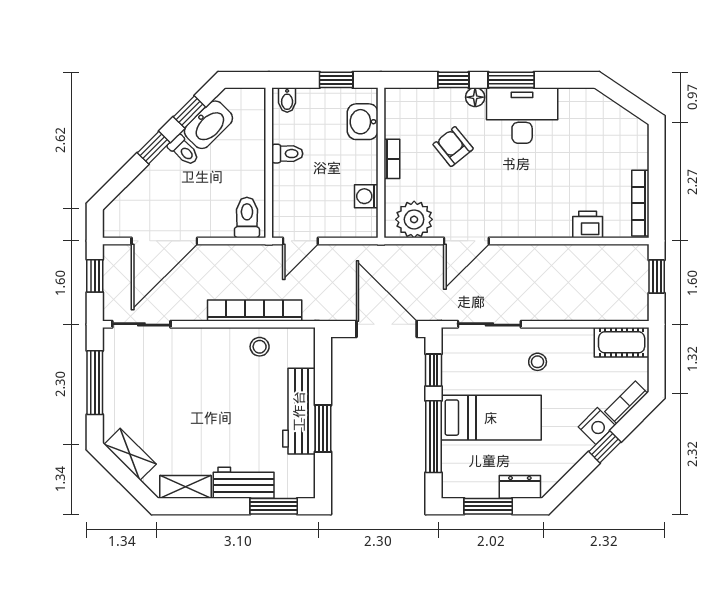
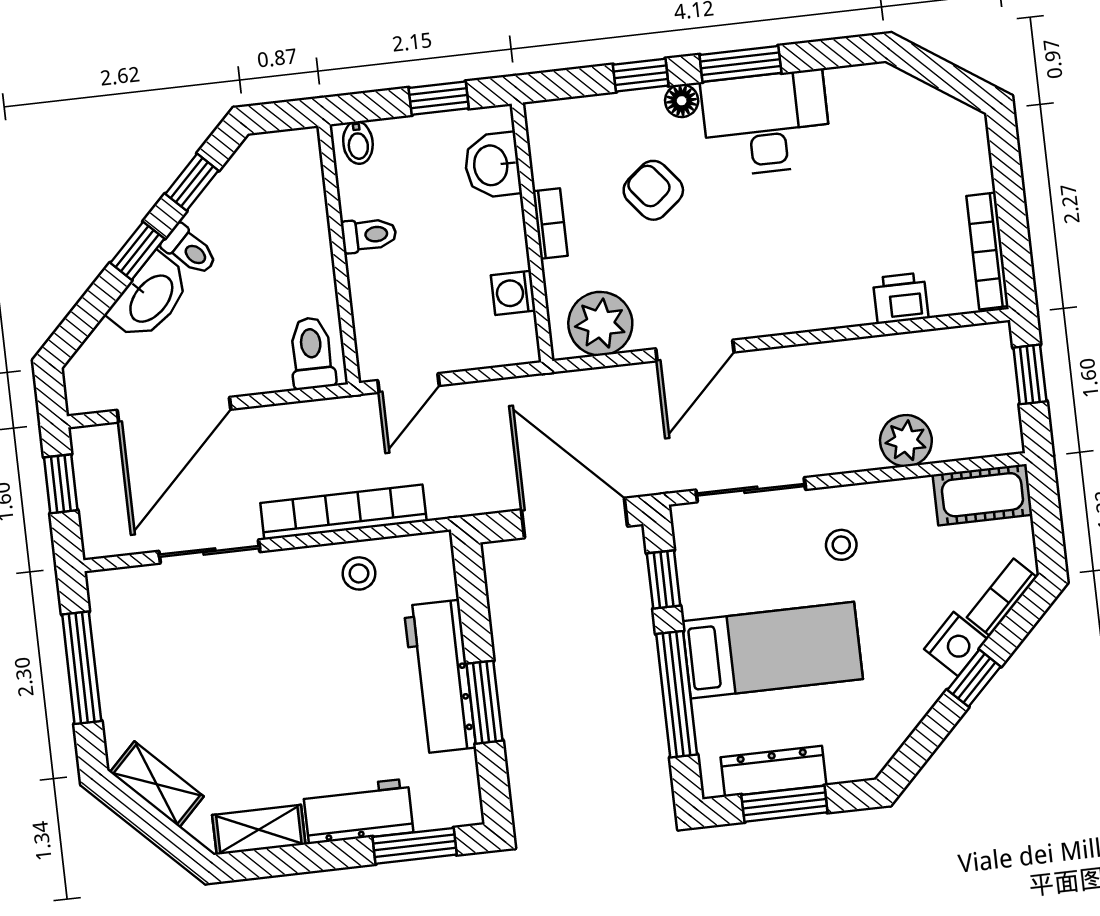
washbasin: (208, 125) -> (150, 298), moved
plant: (581, 306) -> (906, 441), added
sliding door: (141, 324) -> (209, 551), moved
dresser: (520, 487) -> (773, 771), moved, width x1.44

